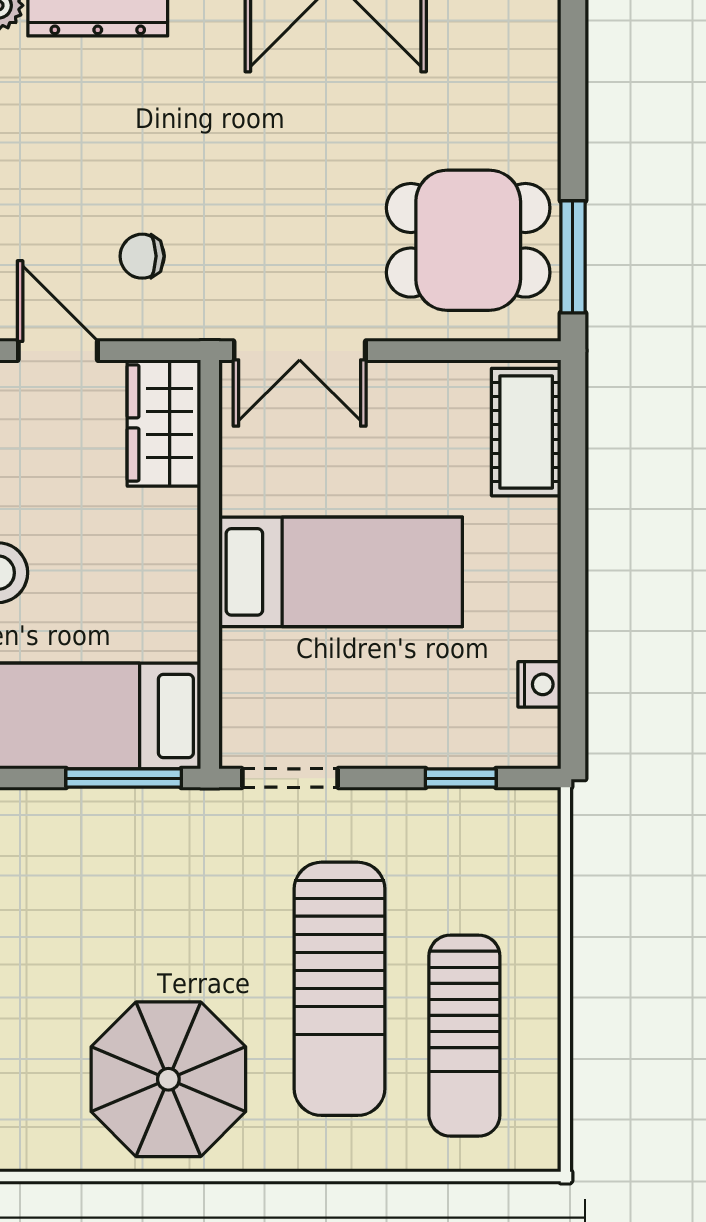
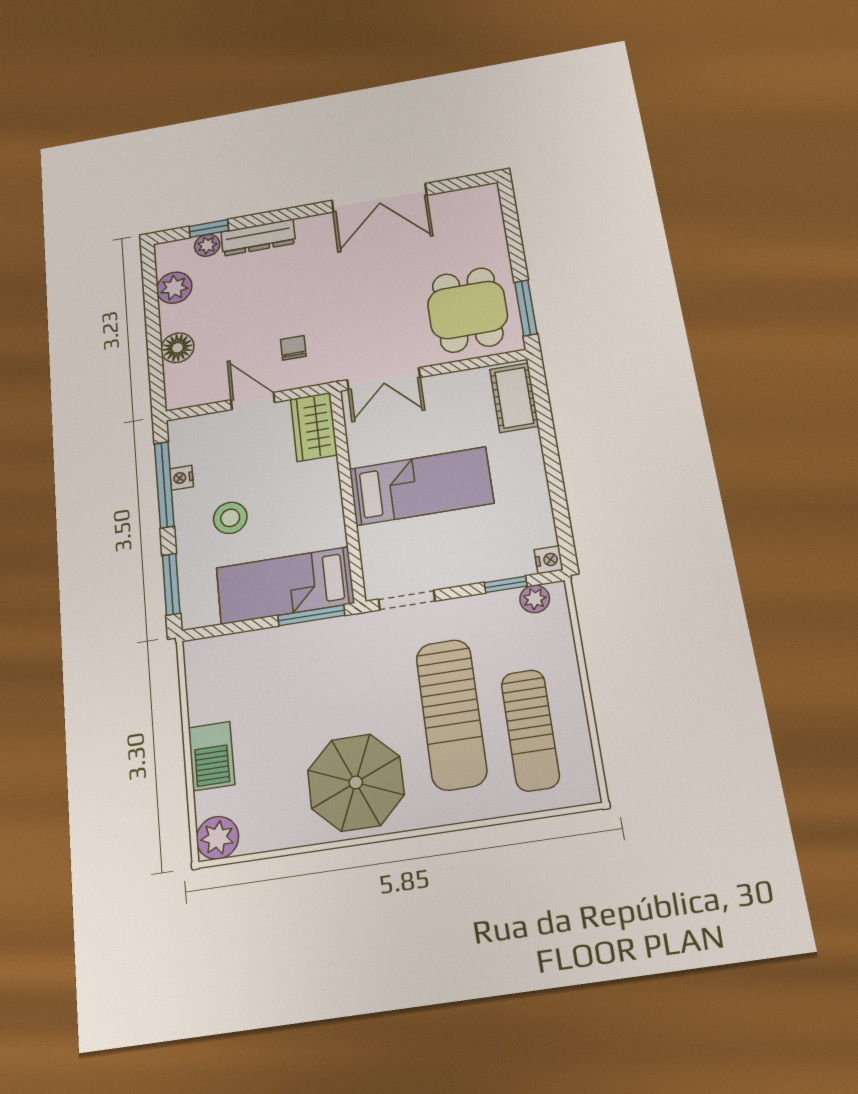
dining table: (468, 240) -> (468, 310), turned 90
chair: (142, 256) -> (293, 348), turned 90
nightstand: (539, 684) -> (549, 560), moved
plant: (506, 812) -> (535, 599), added

